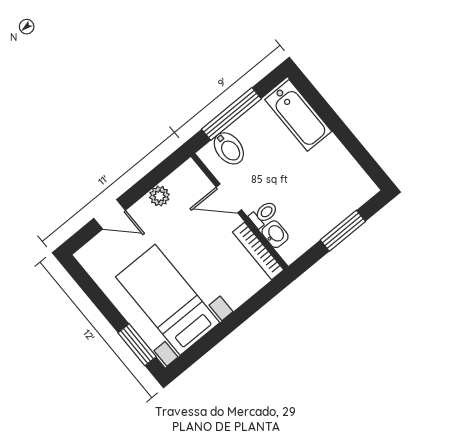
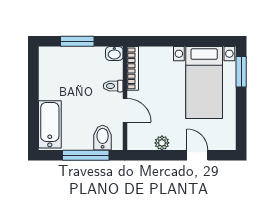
washbasin: (275, 234) -> (114, 53), moved, turned -90

